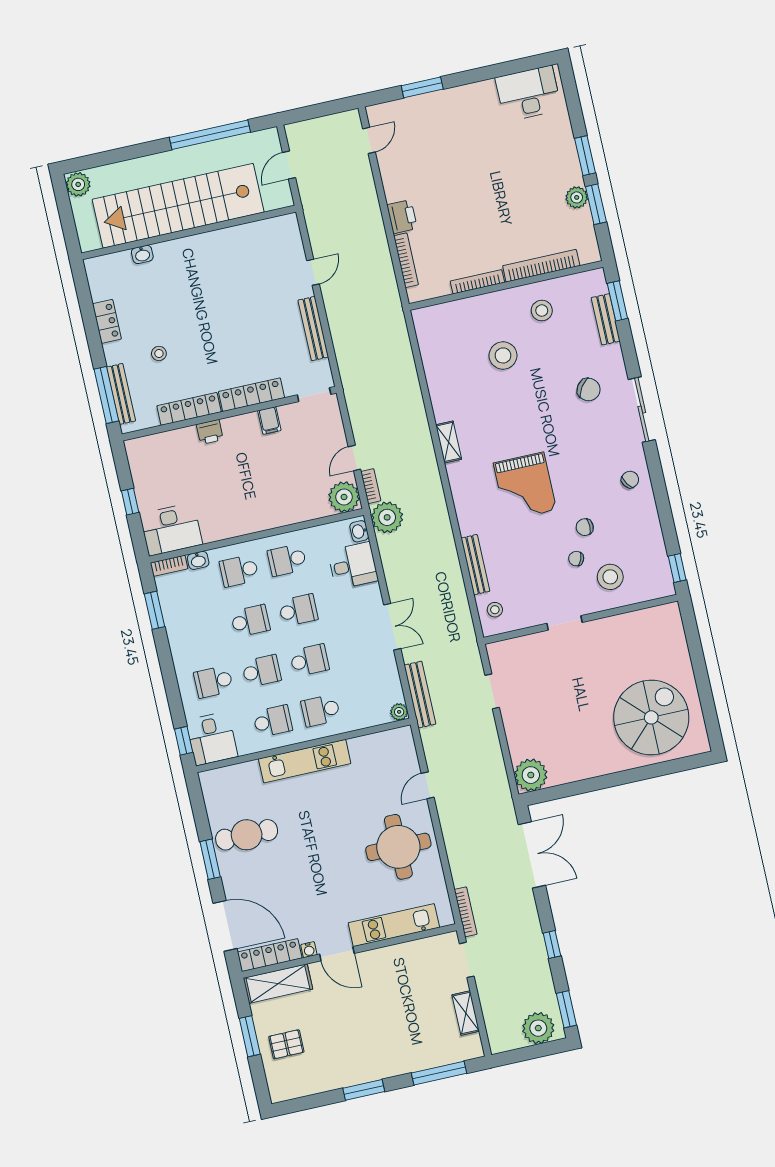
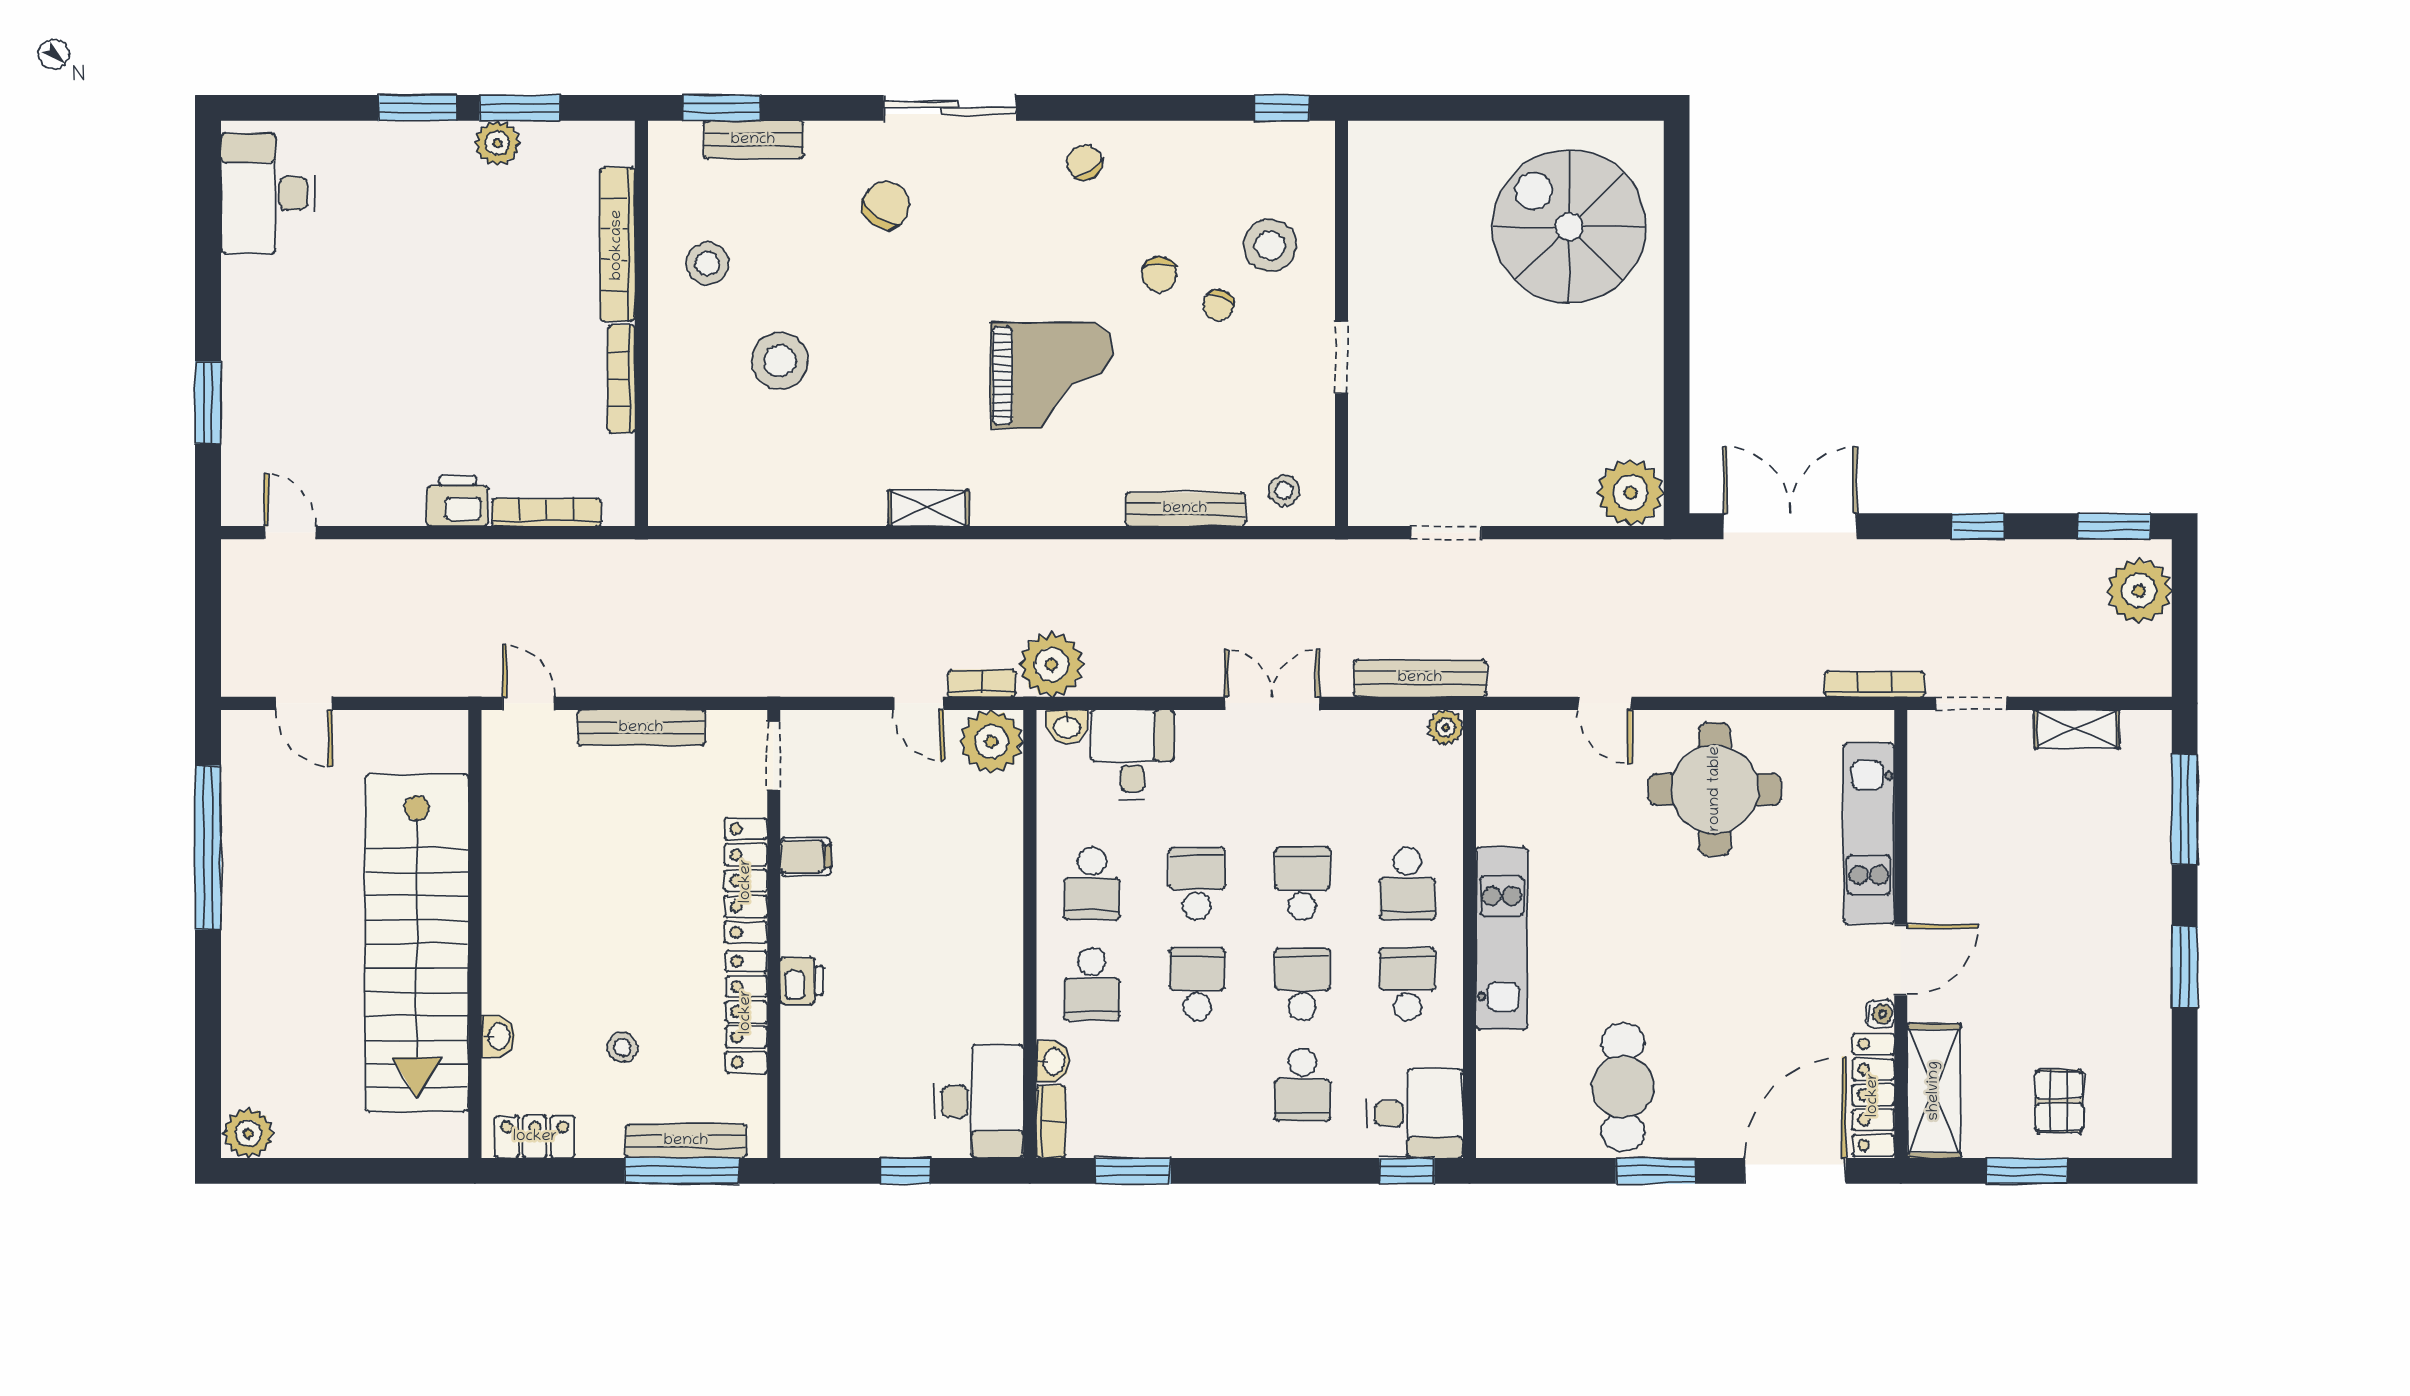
stairs: (178, 206) -> (417, 943), moved
wall: (189, 232) -> (475, 934), moved
washbasin: (142, 254) -> (498, 1036), moved

